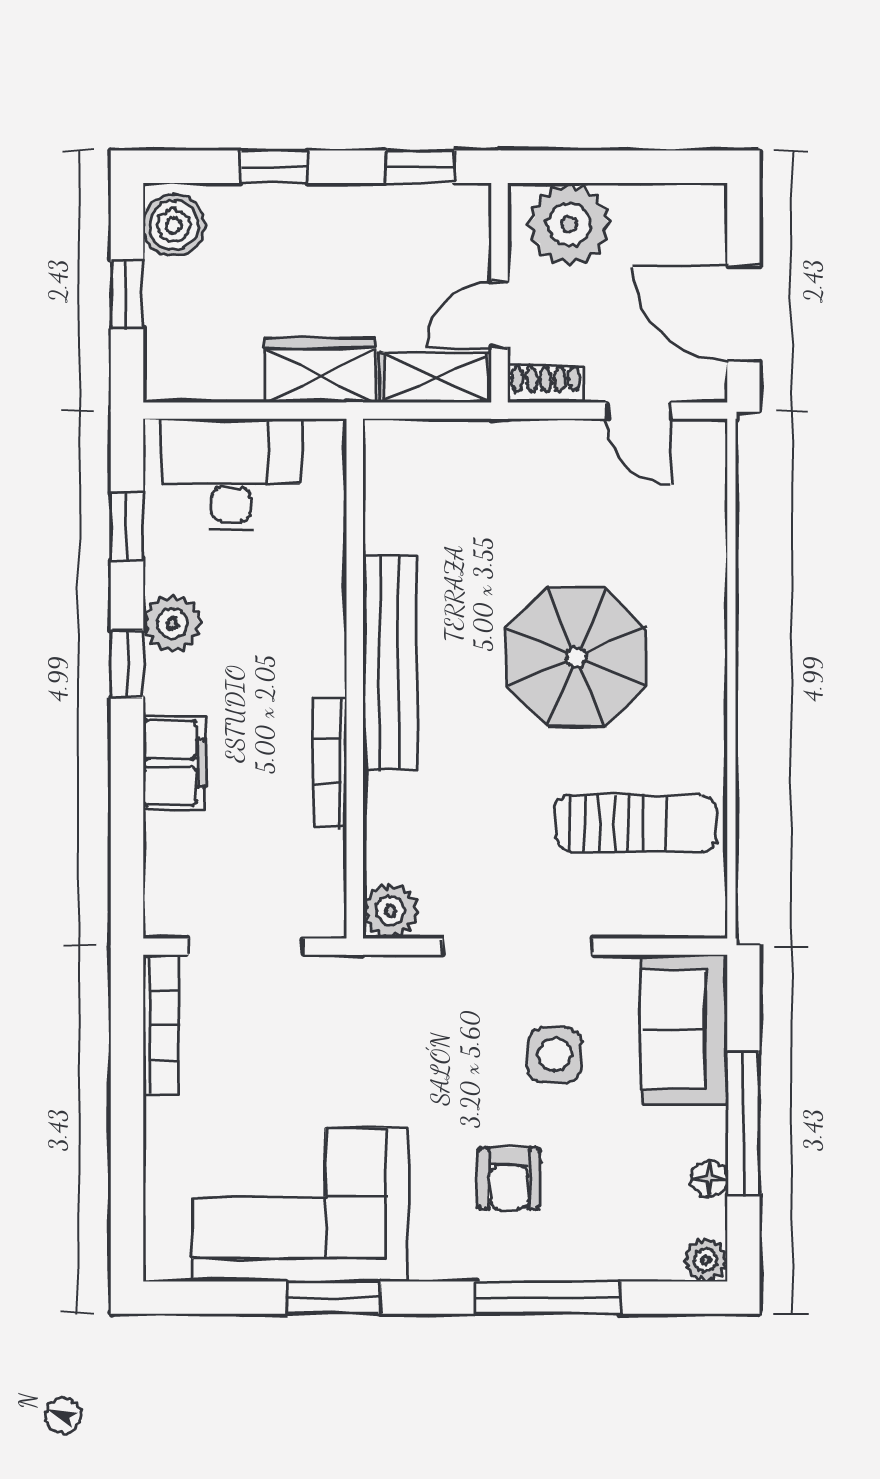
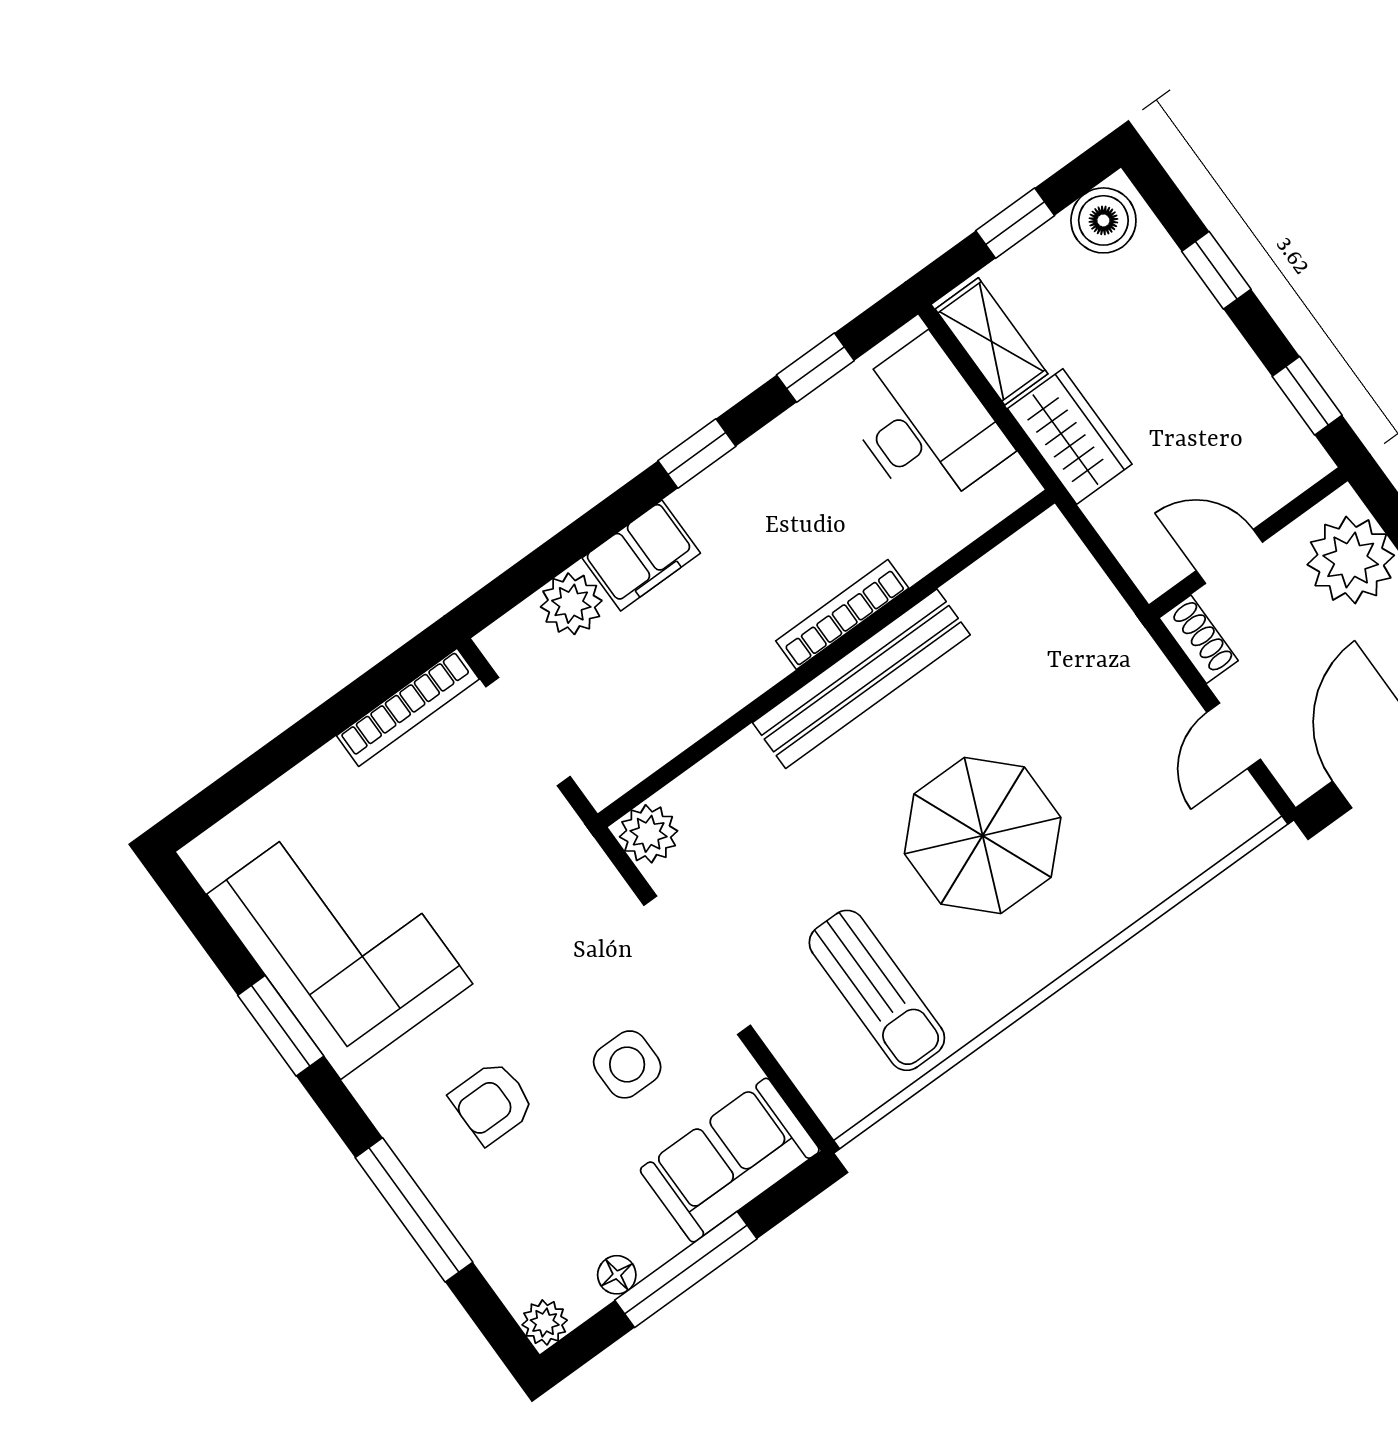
shelving: (436, 377) -> (992, 341), moved
plant: (172, 624) -> (571, 604), moved
bookcase: (330, 763) -> (842, 614), moved

